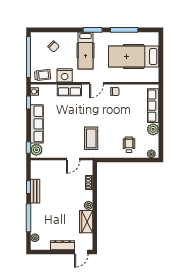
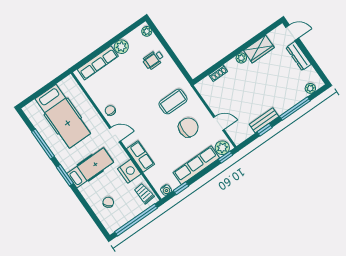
chair: (66, 136) -> (188, 127), added
door: (73, 159) -> (219, 123), moved

